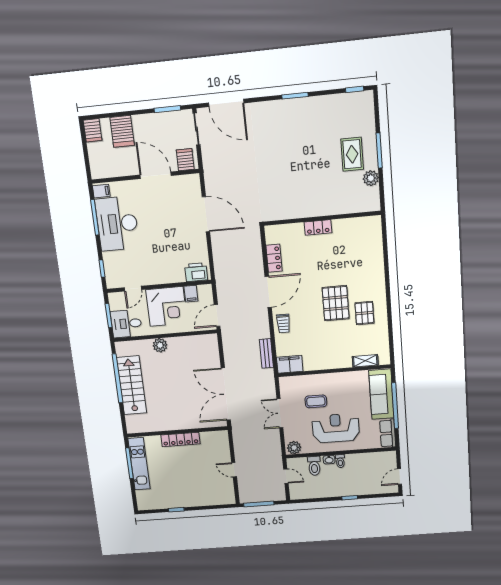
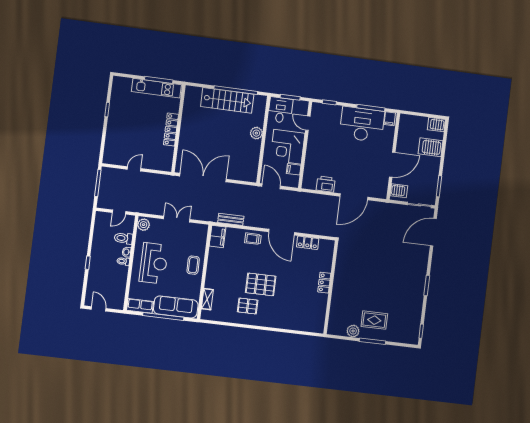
printer: (196, 272) -> (326, 184), moved, turned -90
coffee table: (316, 401) -> (193, 265), moved

